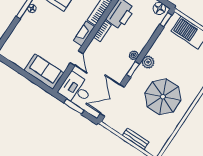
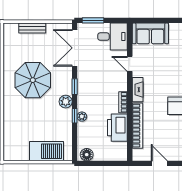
window: (166, 20) -> (75, 116), moved
plant: (134, 55) -> (82, 117), moved
double door: (112, 100) -> (75, 48), swing flipped
window: (74, 107) -> (93, 20), moved

